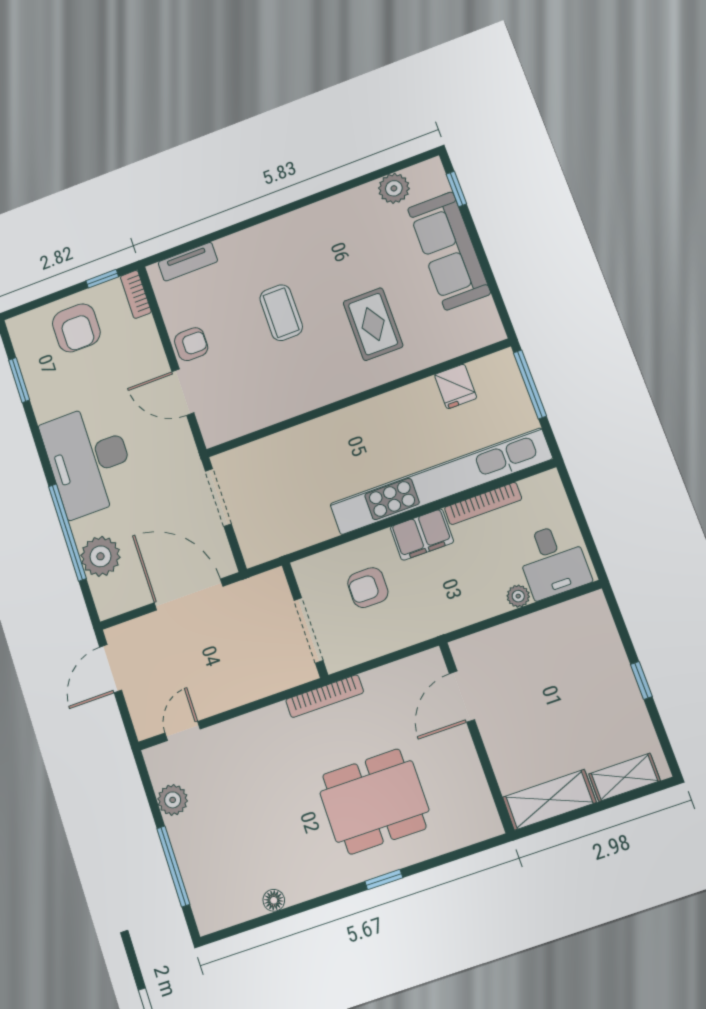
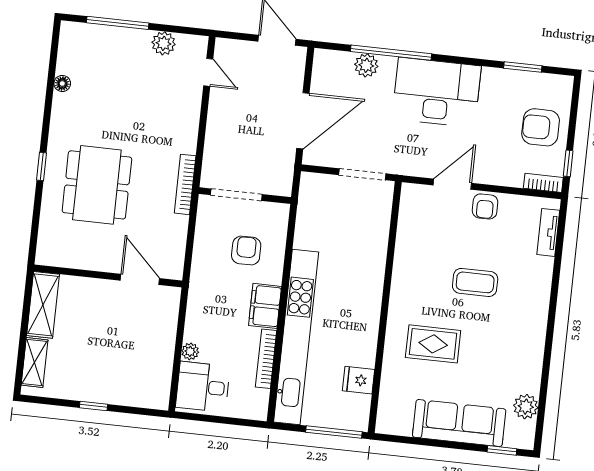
plant: (100, 556) -> (366, 65), width x0.73, depth x0.73

